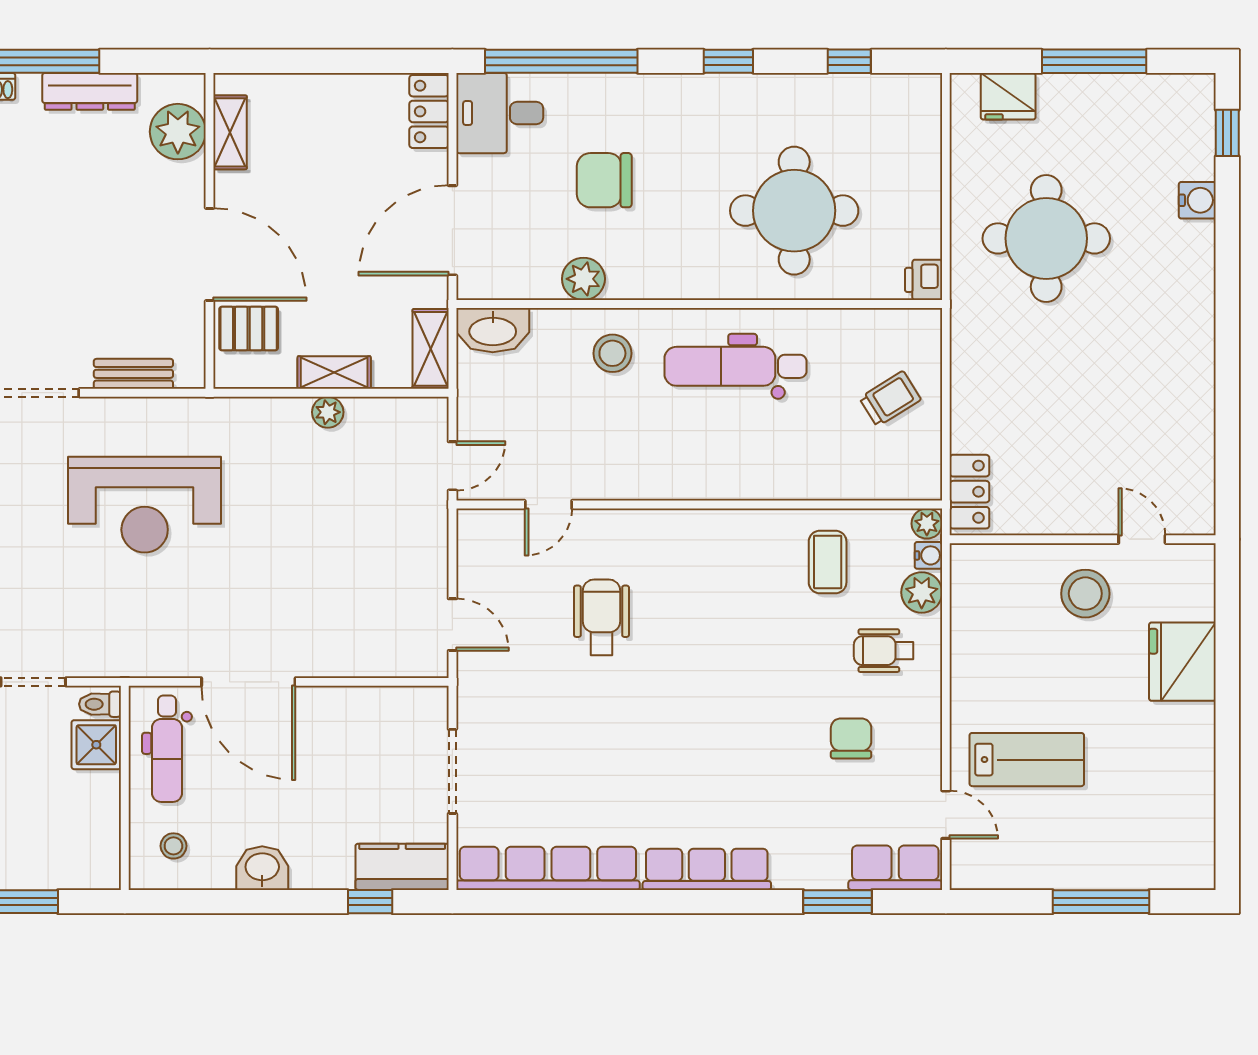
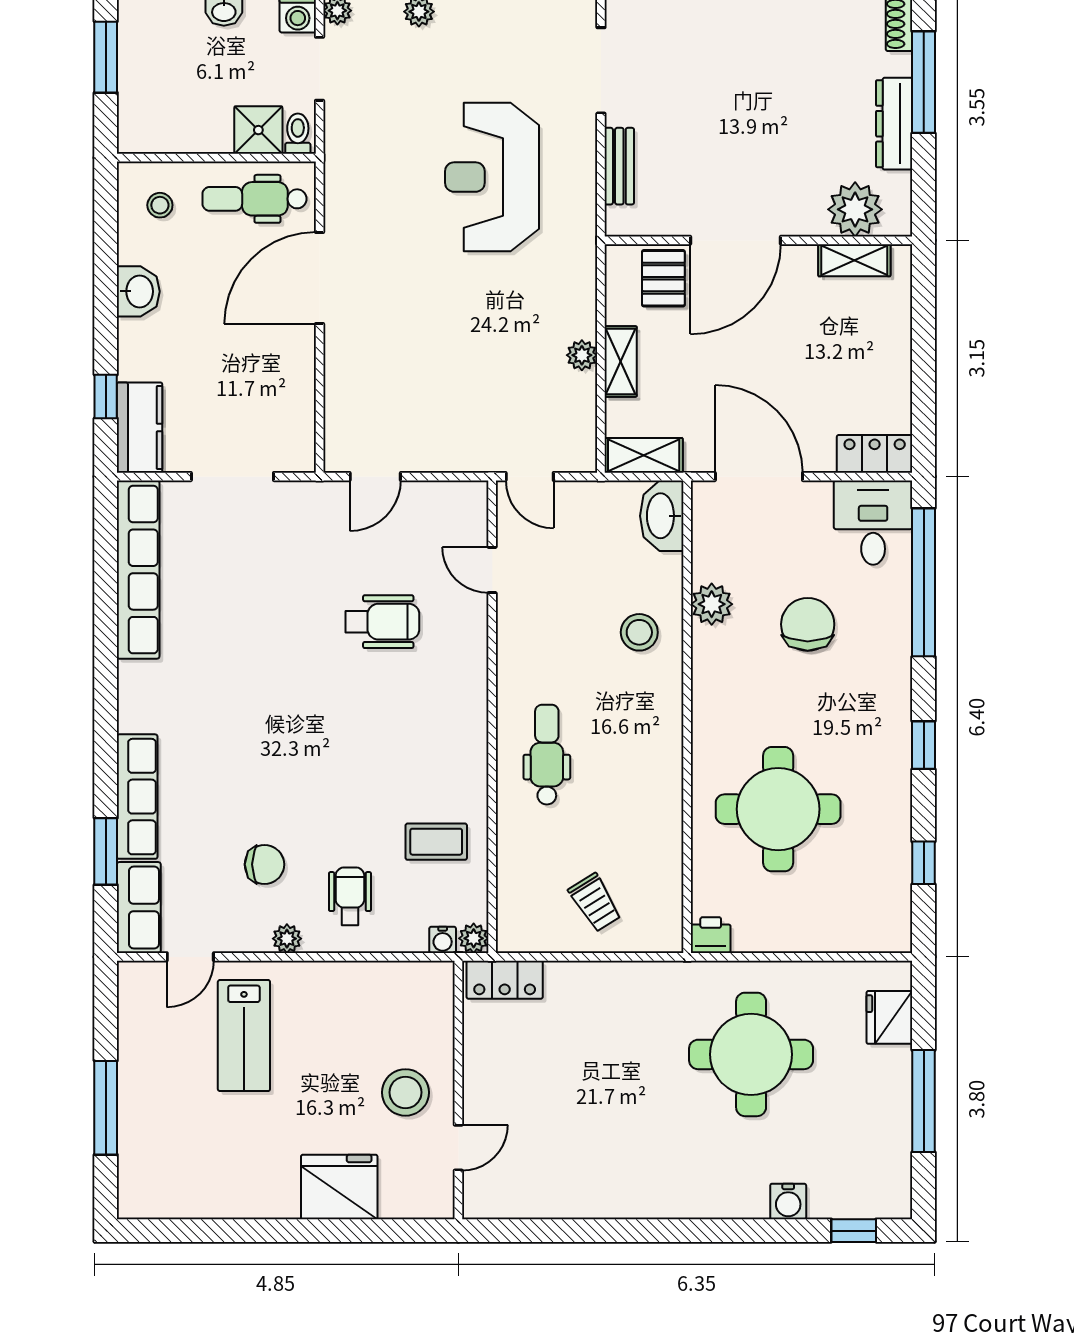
dental chair: (736, 366) -> (547, 755), moved, width x0.73, depth x0.72
plant: (922, 592) -> (287, 939), moved, width x0.73, depth x0.73
row of seats: (707, 869) -> (137, 797), moved

